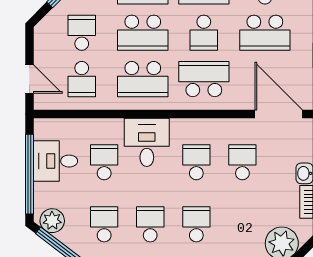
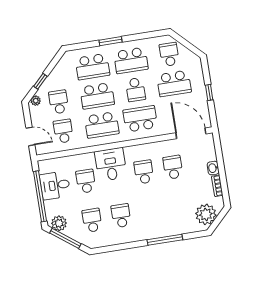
plant: (46, 25) -> (36, 101), added
school desk: (82, 79) -> (63, 131), turned 180
school desk: (196, 224) -> (150, 211), removed

